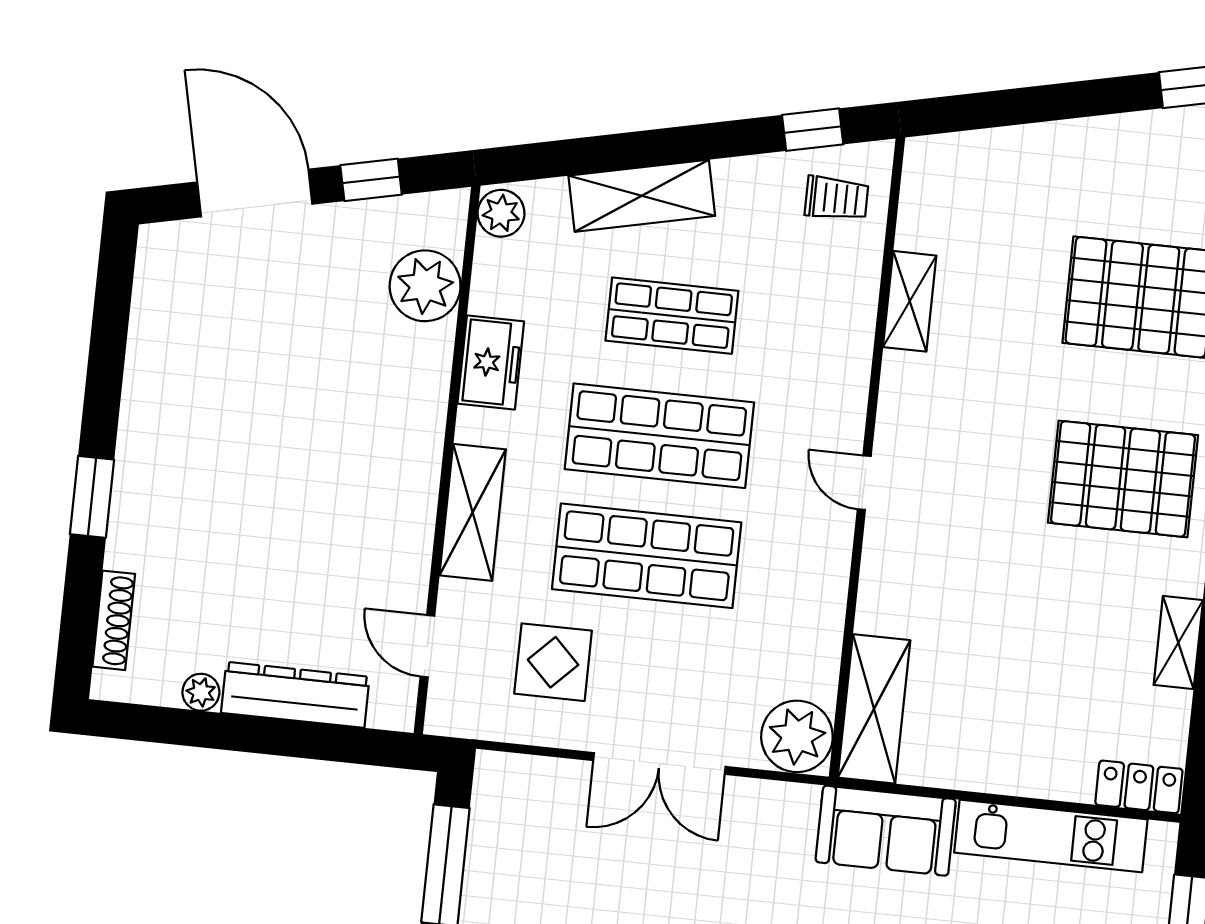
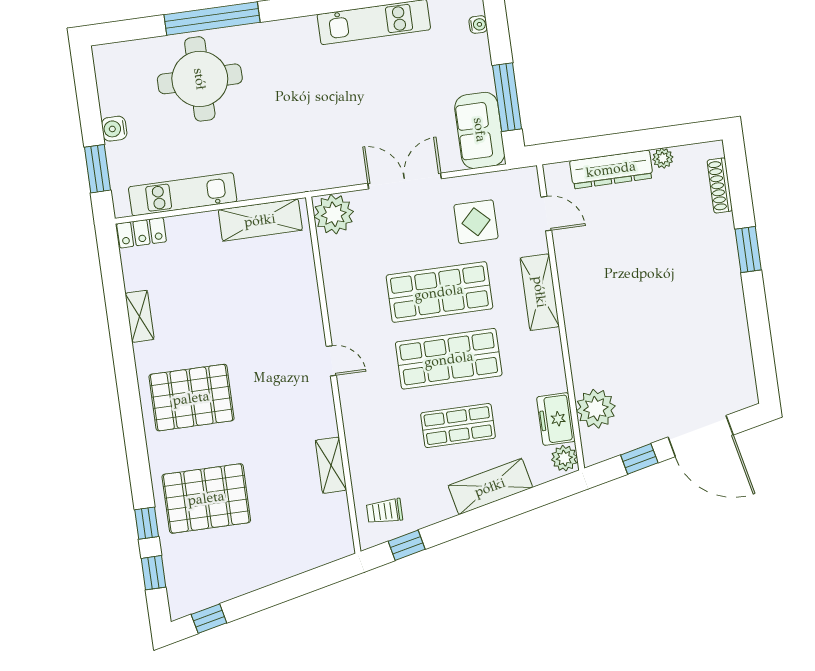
freezer: (491, 362) -> (556, 419), moved
shelving: (874, 709) -> (260, 220), moved, turned 90
sofa: (886, 831) -> (480, 130), moved, turned -90

